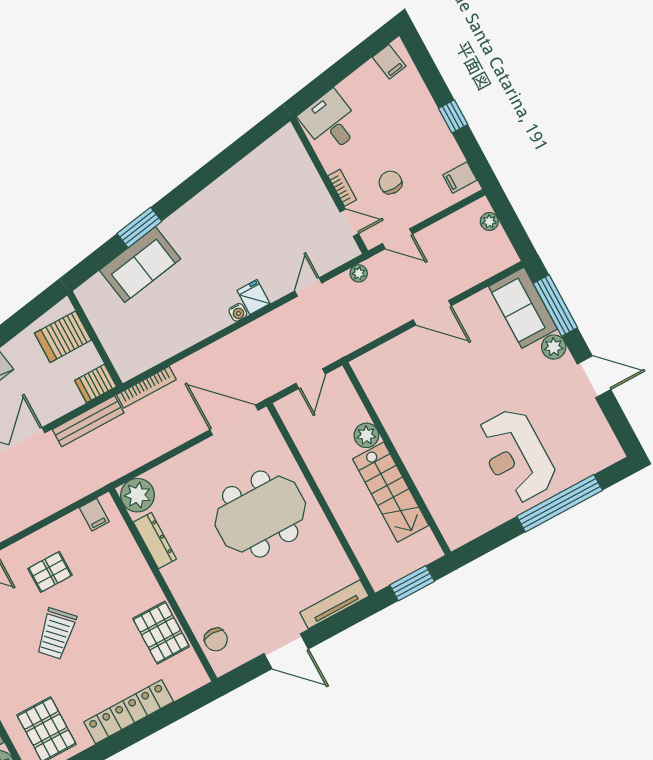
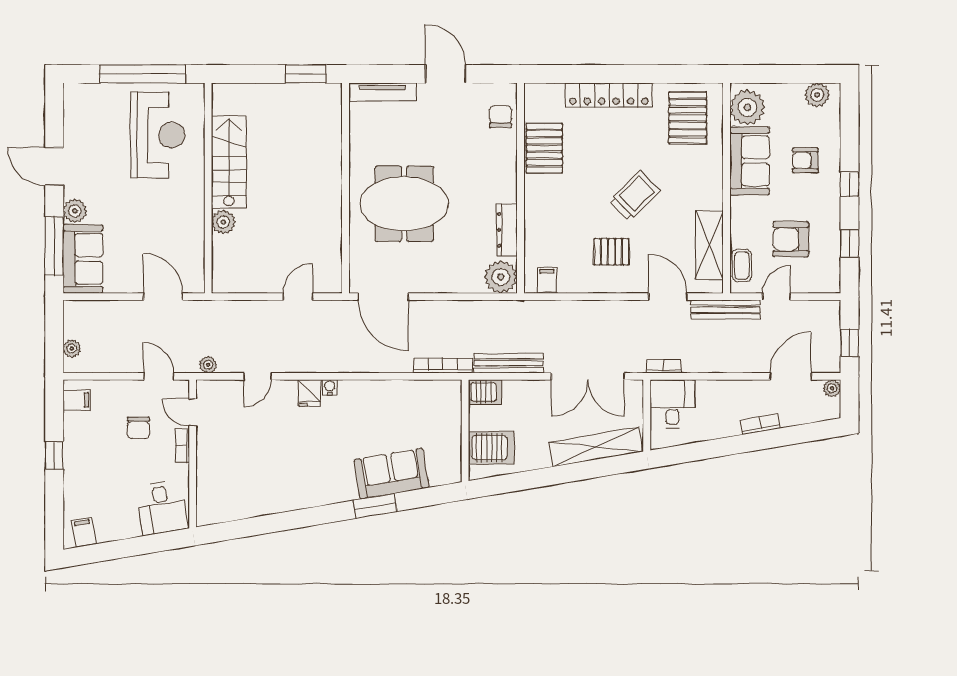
plant: (366, 435) -> (223, 222), moved
wall: (397, 459) -> (208, 188), moved
stairs: (391, 492) -> (229, 162), moved

